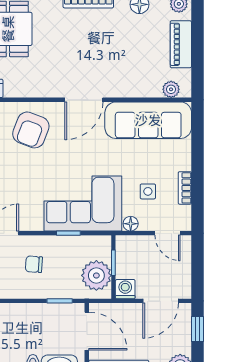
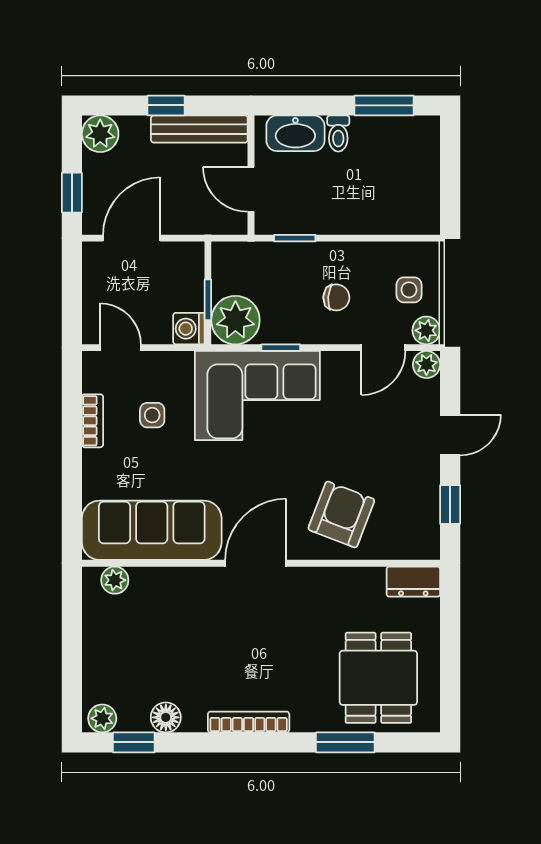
piano: (181, 44) -> (99, 653), removed
floor lamp: (131, 224) -> (180, 363), removed
plant: (96, 275) -> (235, 320), moved
washing machine: (125, 289) -> (189, 329), moved, turned 90
door: (87, 331) -> (251, 189), width x0.73

